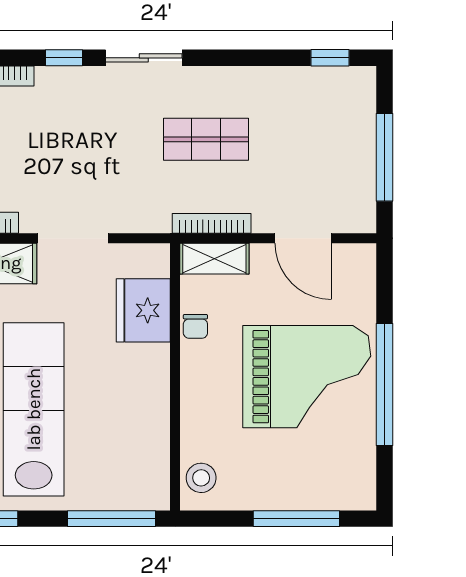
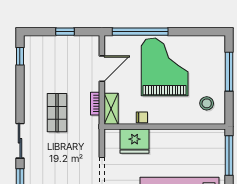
window: (384, 157) -> (65, 32), width x0.46
bookcase: (212, 223) -> (95, 104), width x0.64
window: (384, 385) -> (140, 32), moved
stool: (201, 478) -> (207, 103), moved

